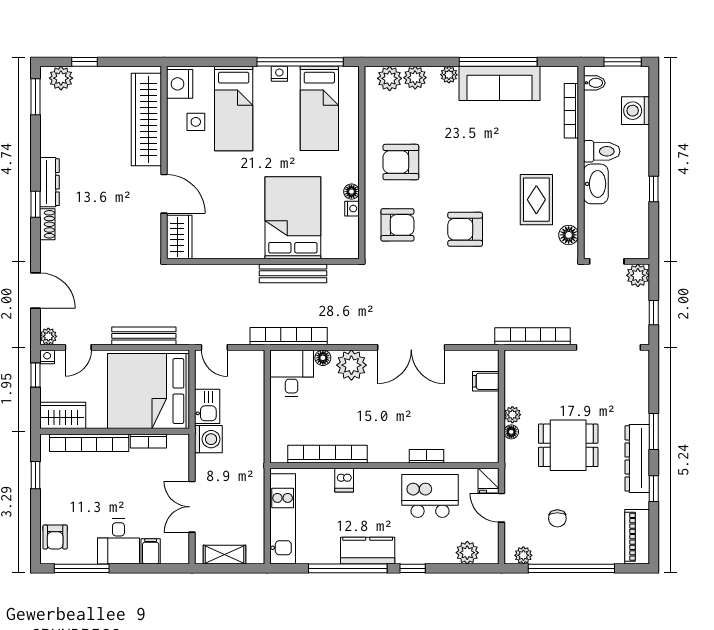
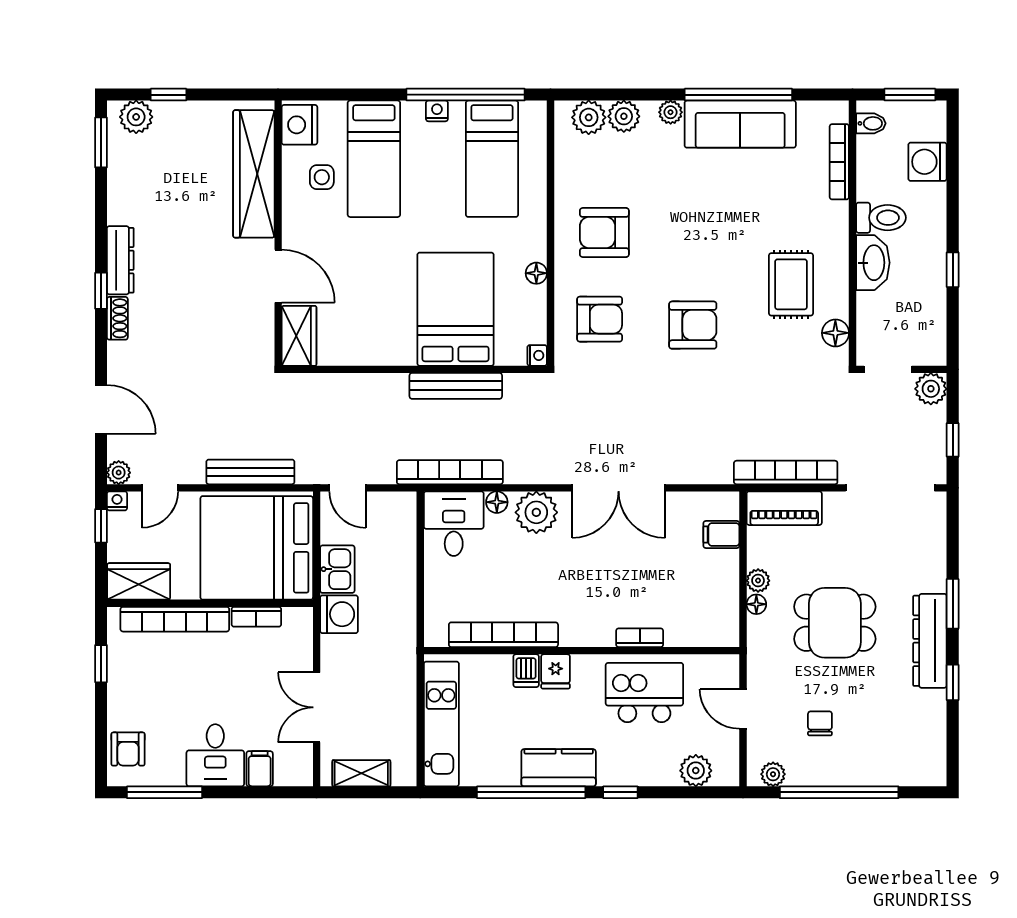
nightstand: (352, 209) -> (537, 355), moved
armchair: (465, 229) -> (693, 325), turned 180
fridge: (488, 481) -> (556, 671), moved
chair: (557, 518) -> (820, 723), turned 180
piano: (637, 537) -> (784, 508), moved, turned -90

